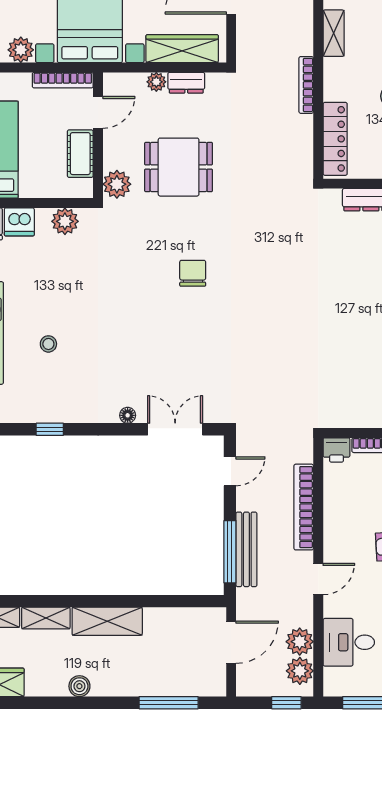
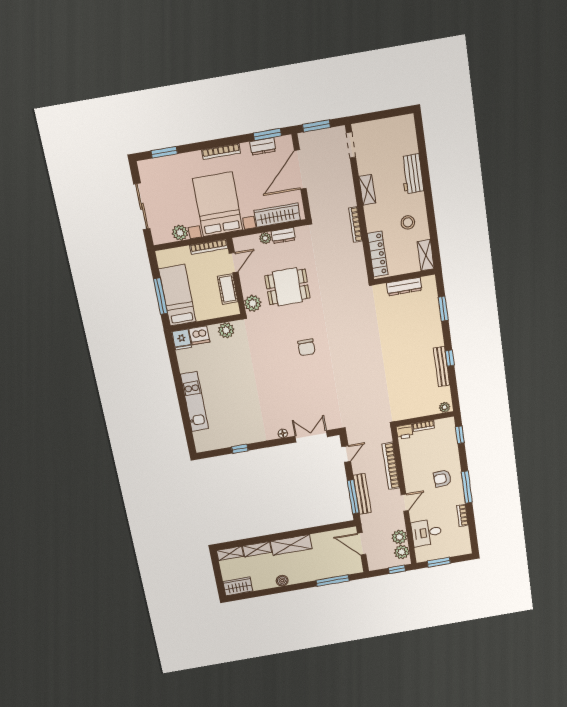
chair: (193, 273) -> (306, 347), turned 180
stool: (48, 344) -> (230, 402), removed
door: (231, 642) -> (362, 544), swing flipped

